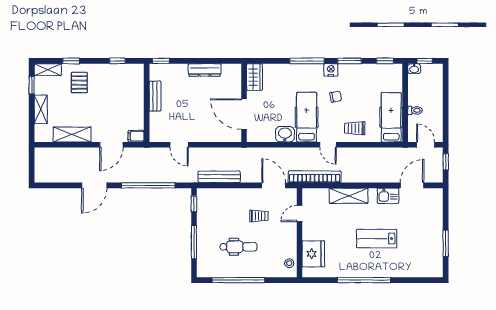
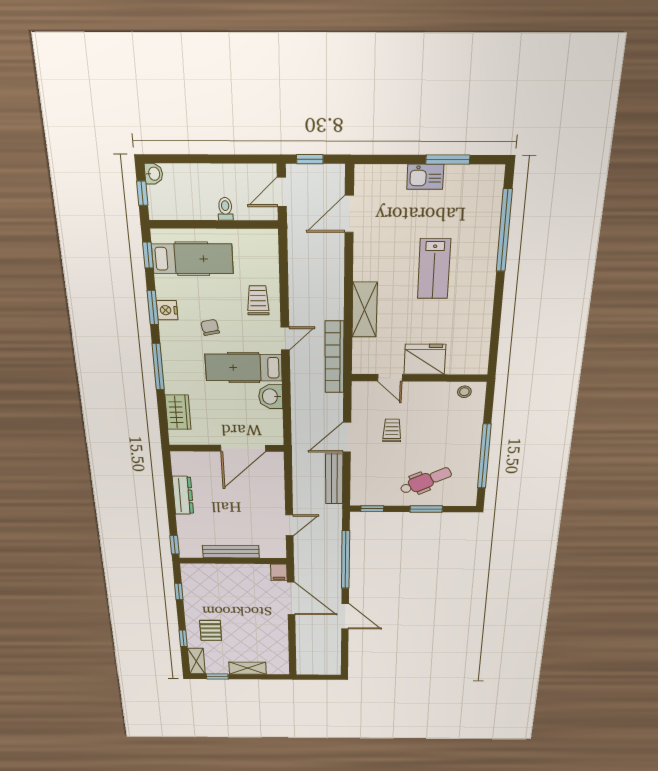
washbasin: (414, 69) -> (154, 174), moved
nightstand: (331, 70) -> (167, 310), moved
wardrobe: (255, 77) -> (178, 412), moved, turned 90
pallet: (79, 83) -> (211, 630), turned 90
bench: (155, 96) -> (231, 552), width x1.36
hospital bed: (391, 117) -> (192, 259), moved, turned 180
trolley: (355, 128) -> (258, 300), turned 180
shelving: (72, 135) -> (279, 638), removed
door: (111, 145) -> (291, 598), width x1.36
door: (274, 185) -> (347, 437), moved
door: (412, 185) -> (349, 214), hinge flipped
kitchen sink: (388, 196) -> (425, 177), moved, turned 90
window: (194, 242) -> (426, 509), width x0.69
dental chair: (238, 247) -> (426, 481), moved, turned 64
fridge: (313, 254) -> (425, 359), moved
window: (364, 280) -> (504, 231), moved

